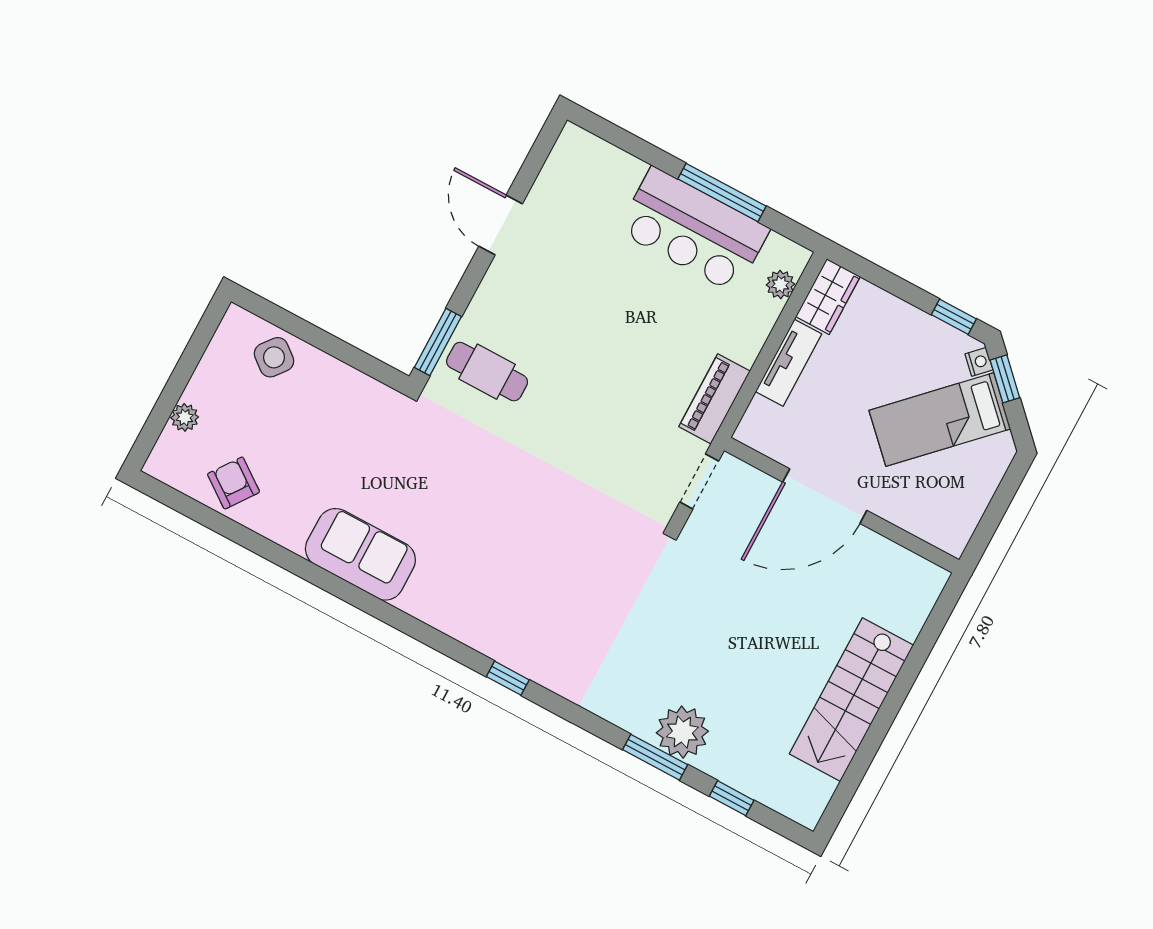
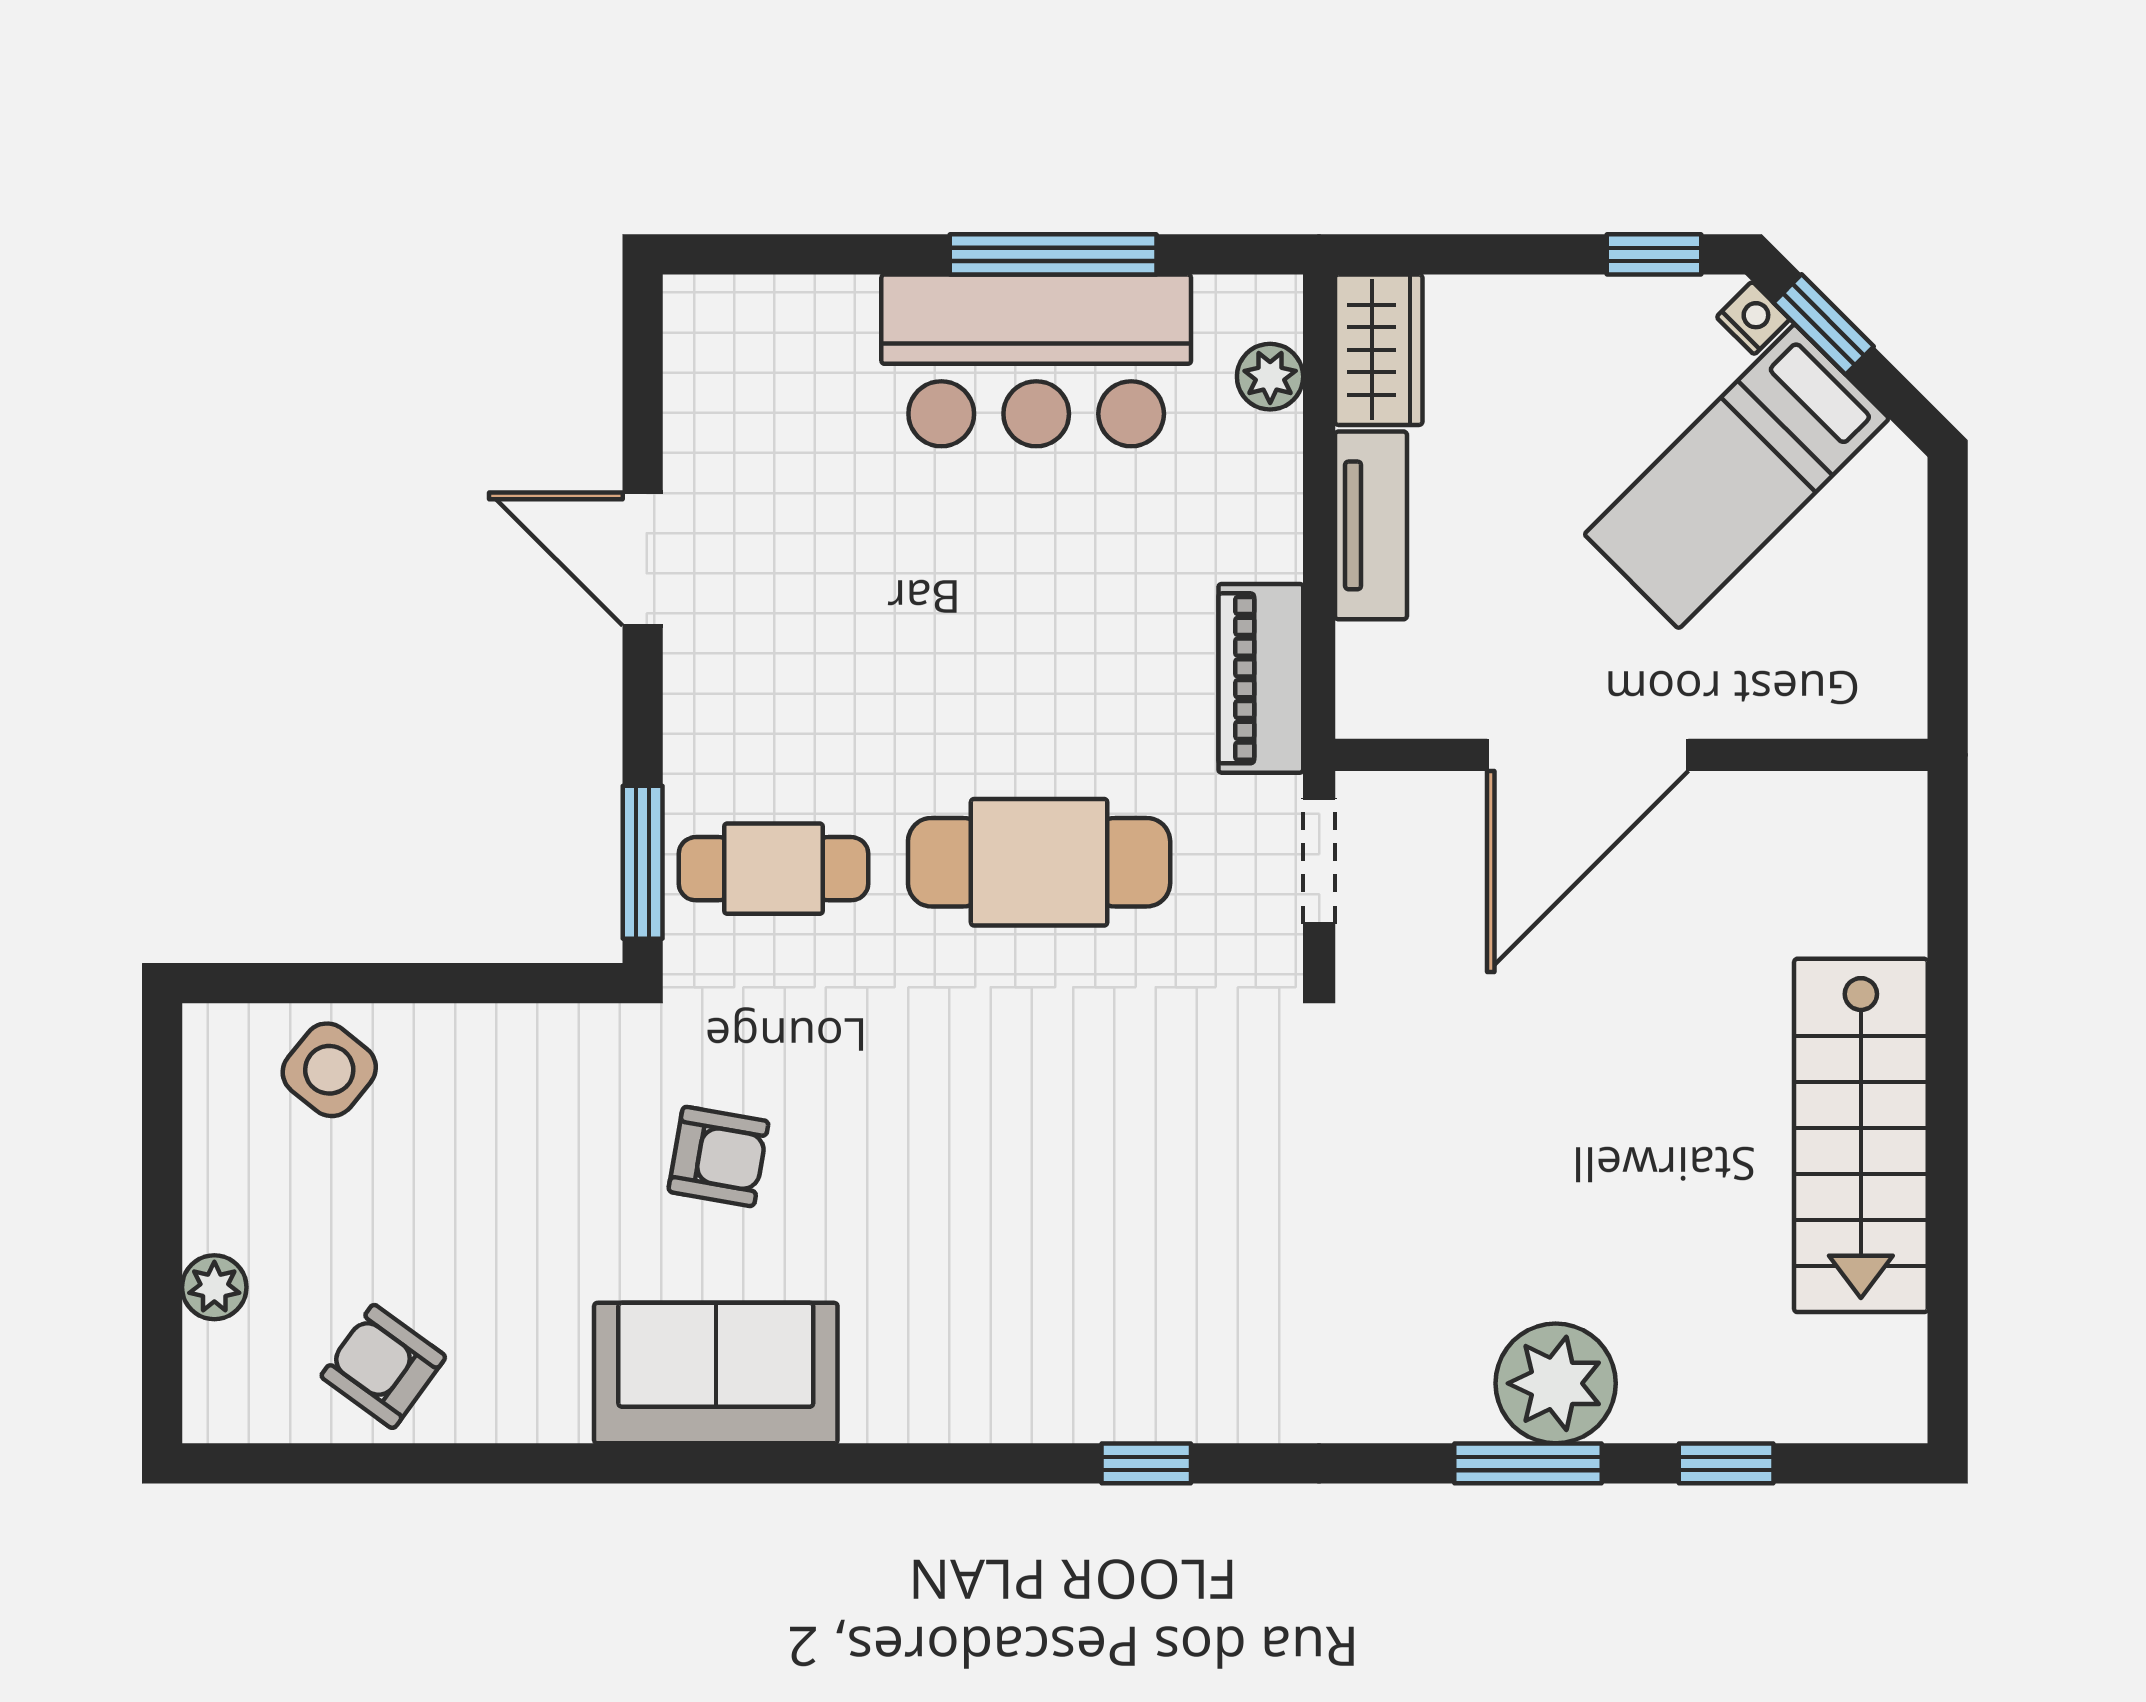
cafe table: (591, 424) -> (1039, 862), added
armchair: (406, 471) -> (718, 1156), added

